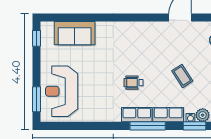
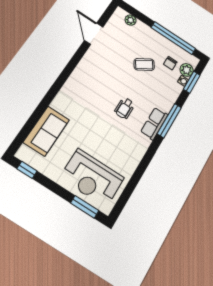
chair: (199, 97) -> (170, 63), added
row of seats: (168, 115) -> (170, 97), removed

